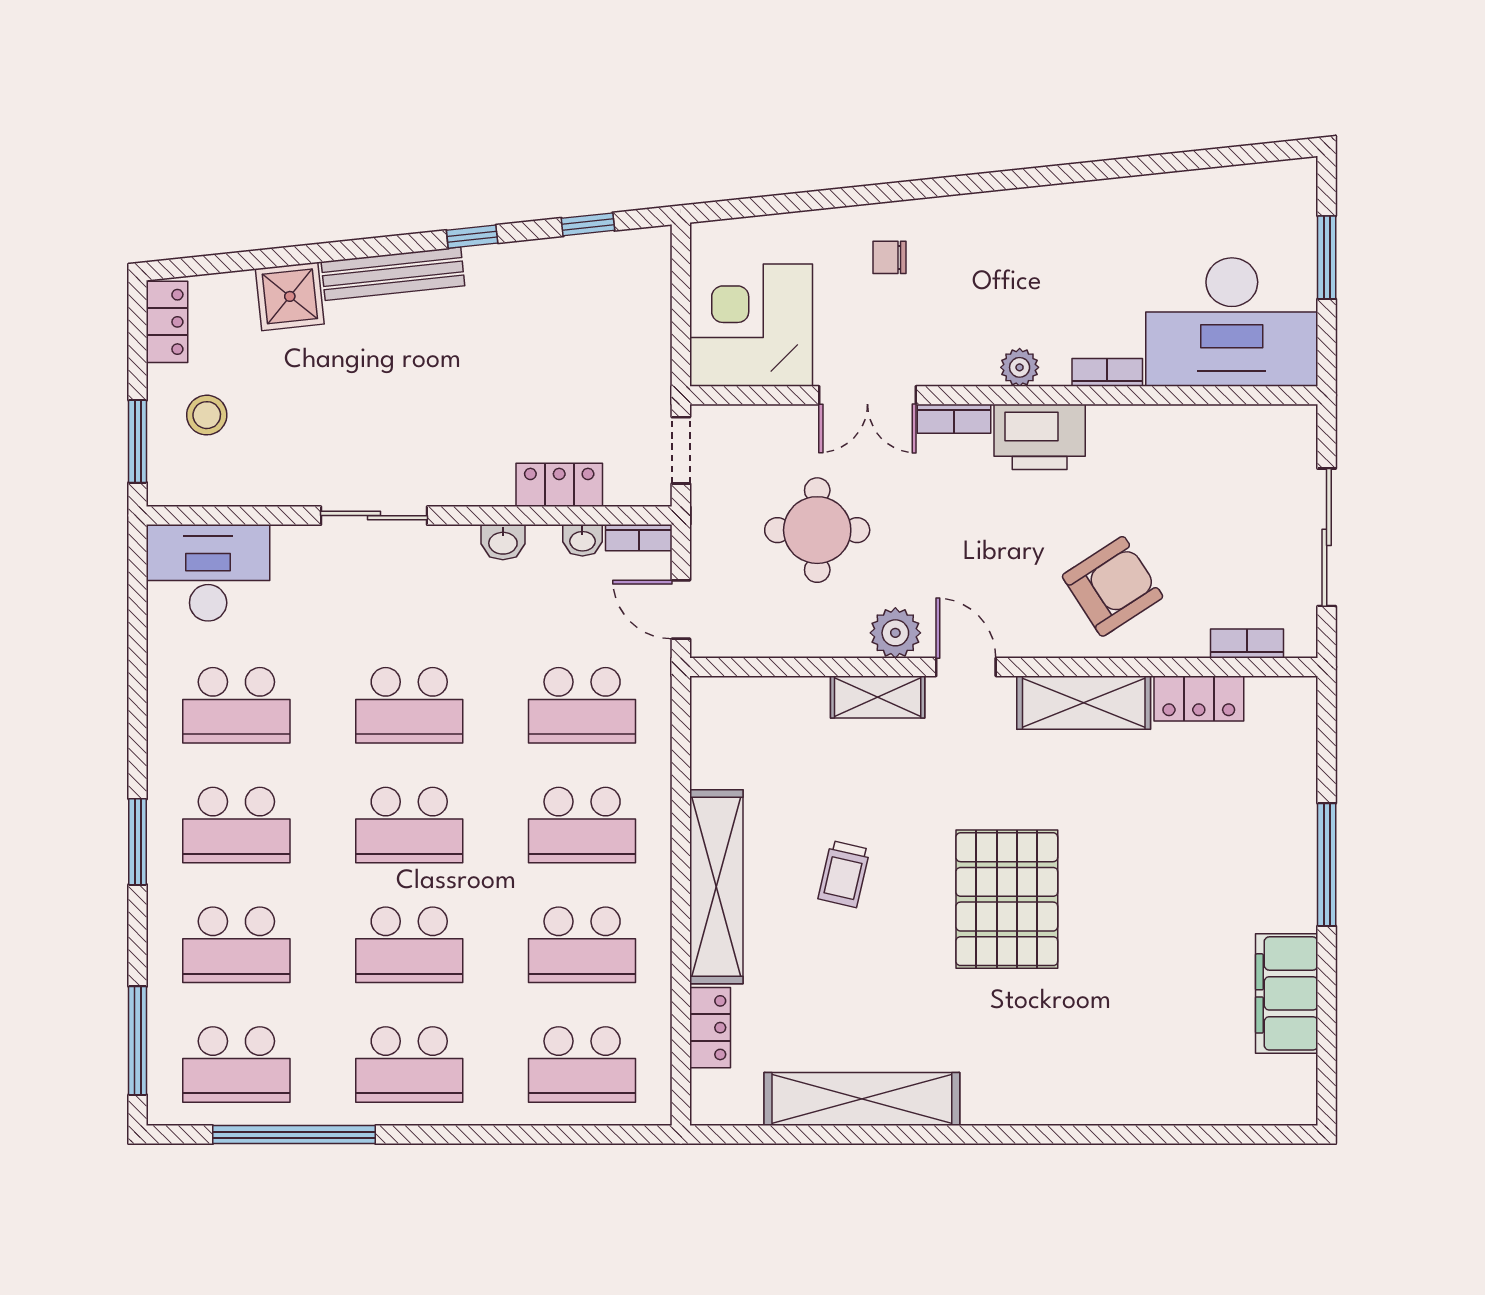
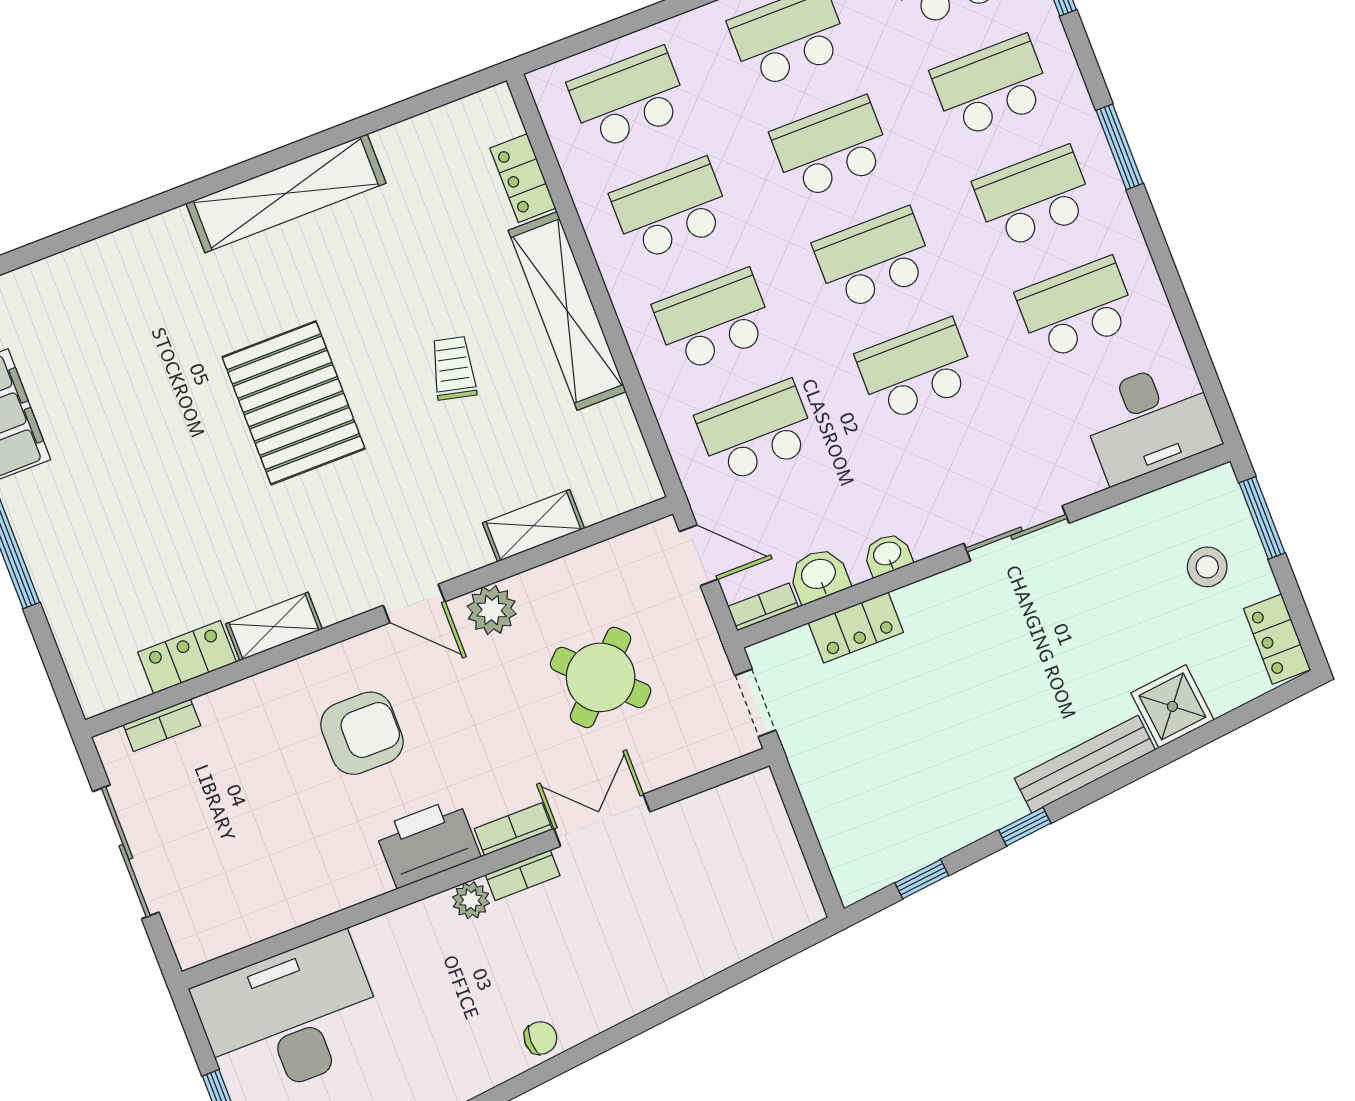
chair: (890, 257) -> (540, 1038), moved
corner desk: (751, 325) -> (735, 844), removed
bookcase: (1107, 372) -> (523, 875), moved
round table: (817, 530) -> (601, 677), turned 45
washbasin: (582, 540) -> (819, 575), width x1.38, depth x1.45
armchair: (1113, 586) -> (362, 733), moved, turned -147
shelving: (878, 697) -> (534, 526), moved
shelving: (1084, 703) -> (274, 627), width x0.67, depth x0.75
shelving: (862, 1099) -> (286, 193), moved

